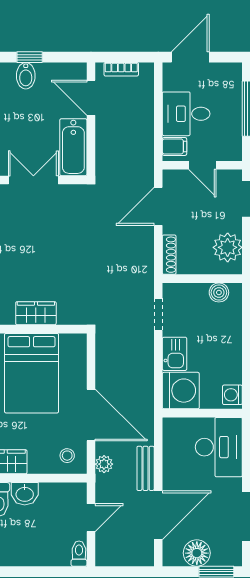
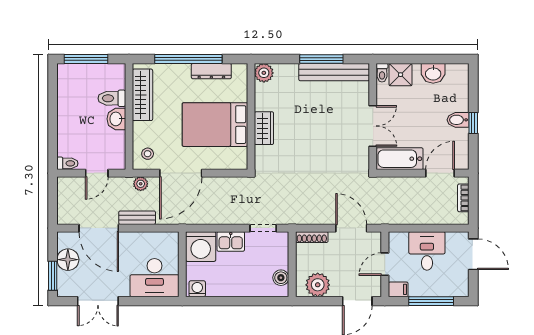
filing cabinet: (174, 146) -> (398, 289), moved, turned -90
door: (91, 518) -> (97, 173), hinge flipped

